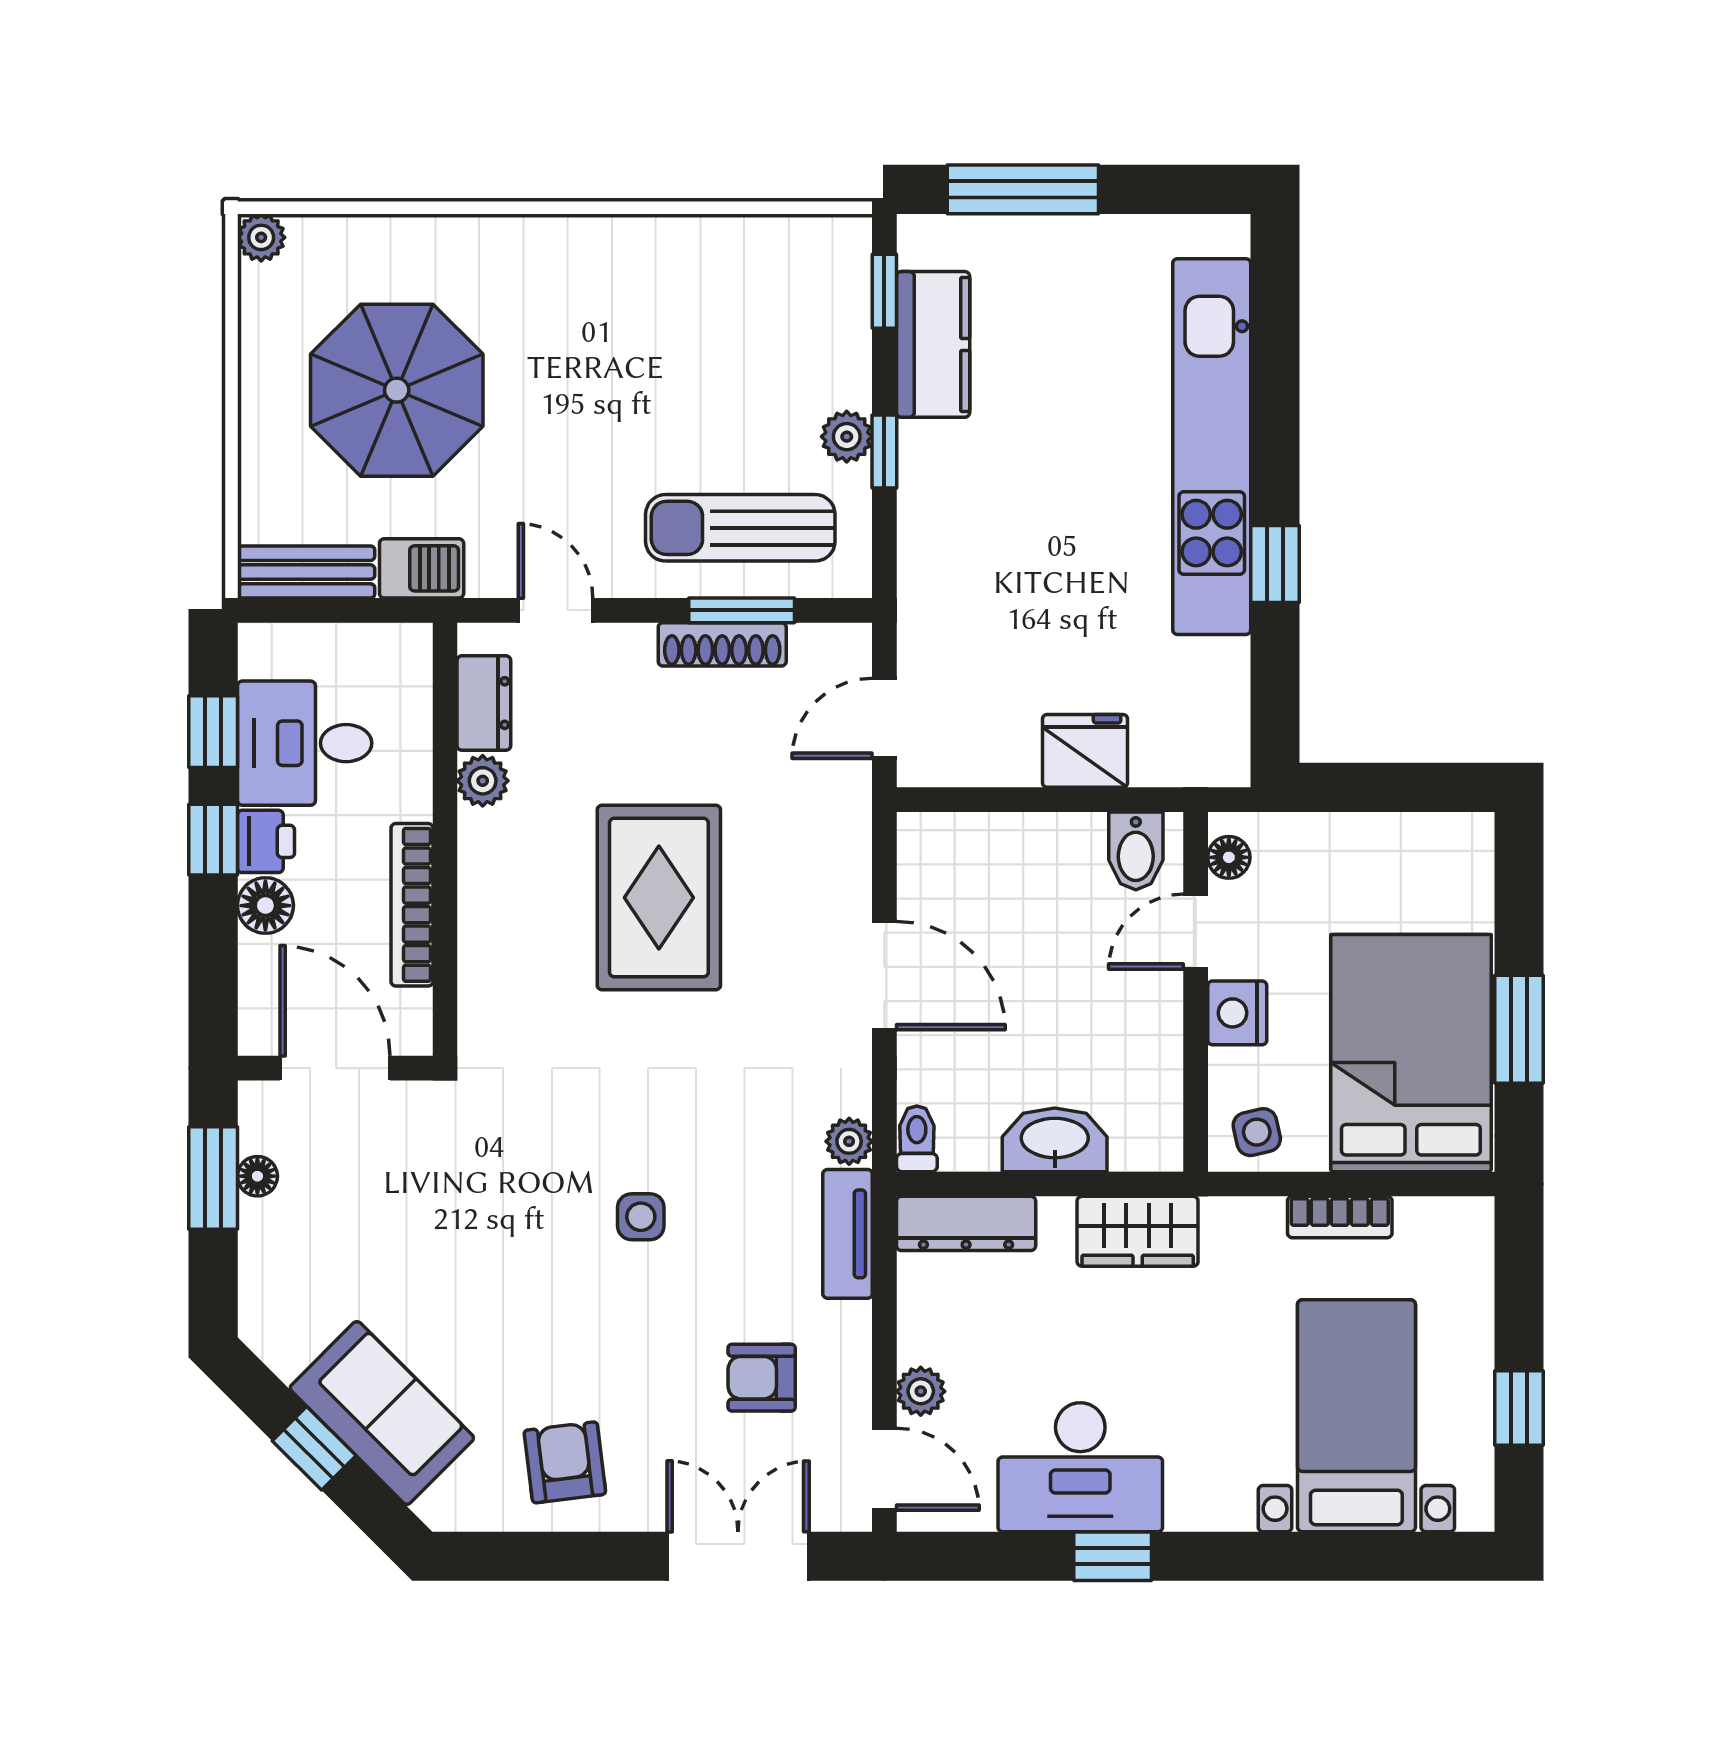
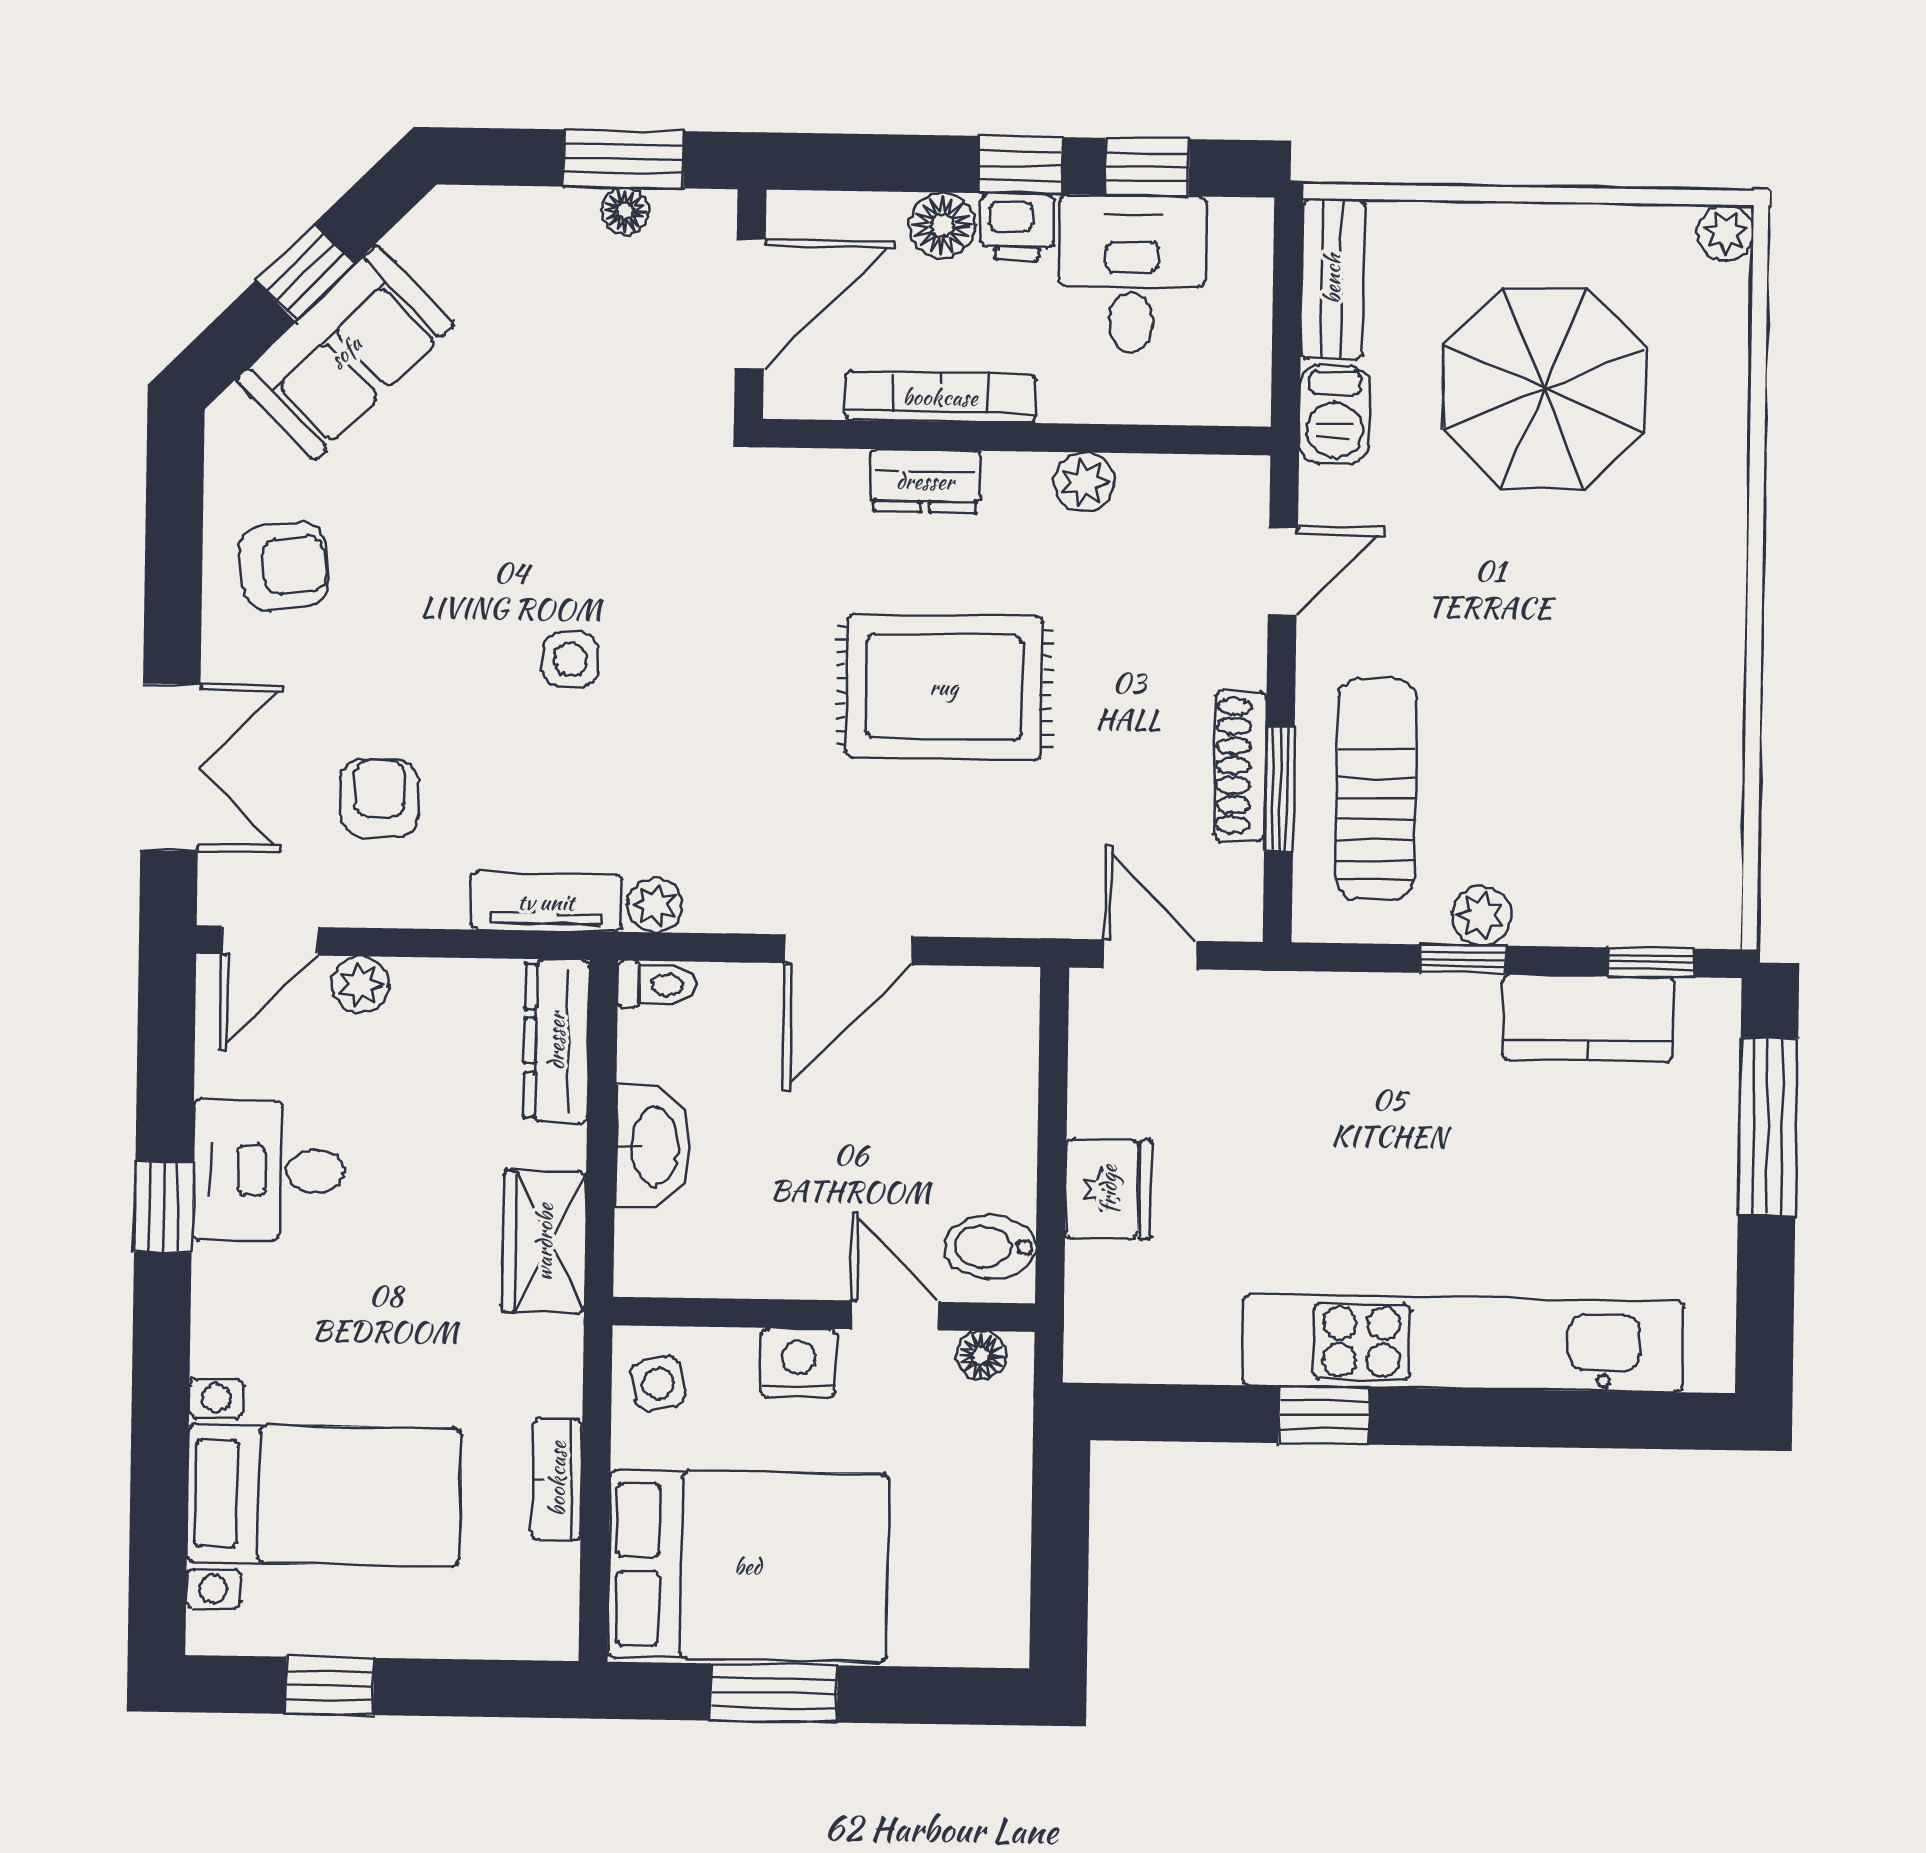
dresser: (484, 703) -> (925, 481), moved
desk: (1080, 1467) -> (268, 1170), width x0.73

